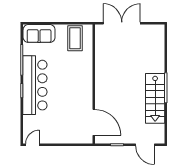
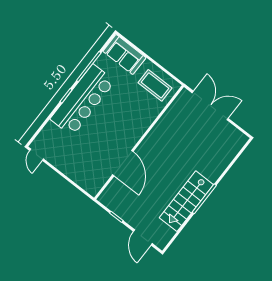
coffee table: (75, 38) -> (155, 85), turned 90
door: (94, 122) -> (123, 163), moved
door: (33, 145) -> (37, 155), swing flipped

